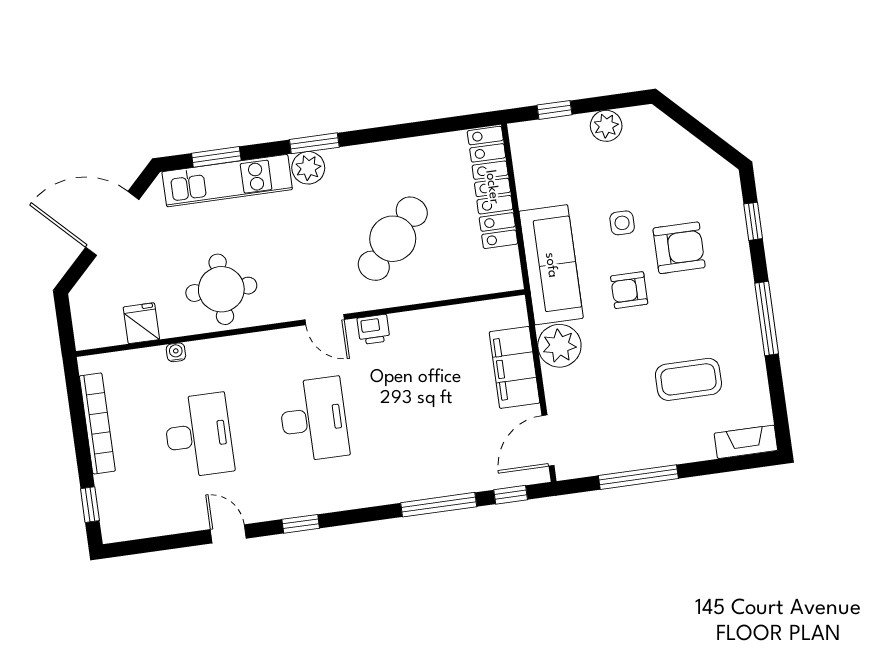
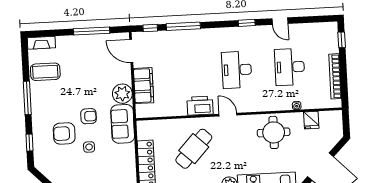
sofa: (551, 265) -> (123, 124), width x0.73
printer: (373, 329) -> (200, 106), width x1.87, depth x1.48
coffee table: (688, 379) -> (45, 72), moved
door: (548, 441) -> (131, 51), swing flipped

